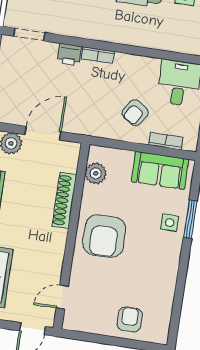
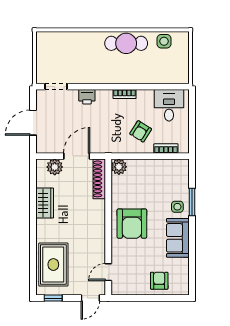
bookcase: (98, 55) -> (125, 94), moved
sofa: (160, 170) -> (178, 238), moved, turned 90
plant: (96, 173) -> (119, 167), moved
shoe rack: (64, 200) -> (99, 179), moved

